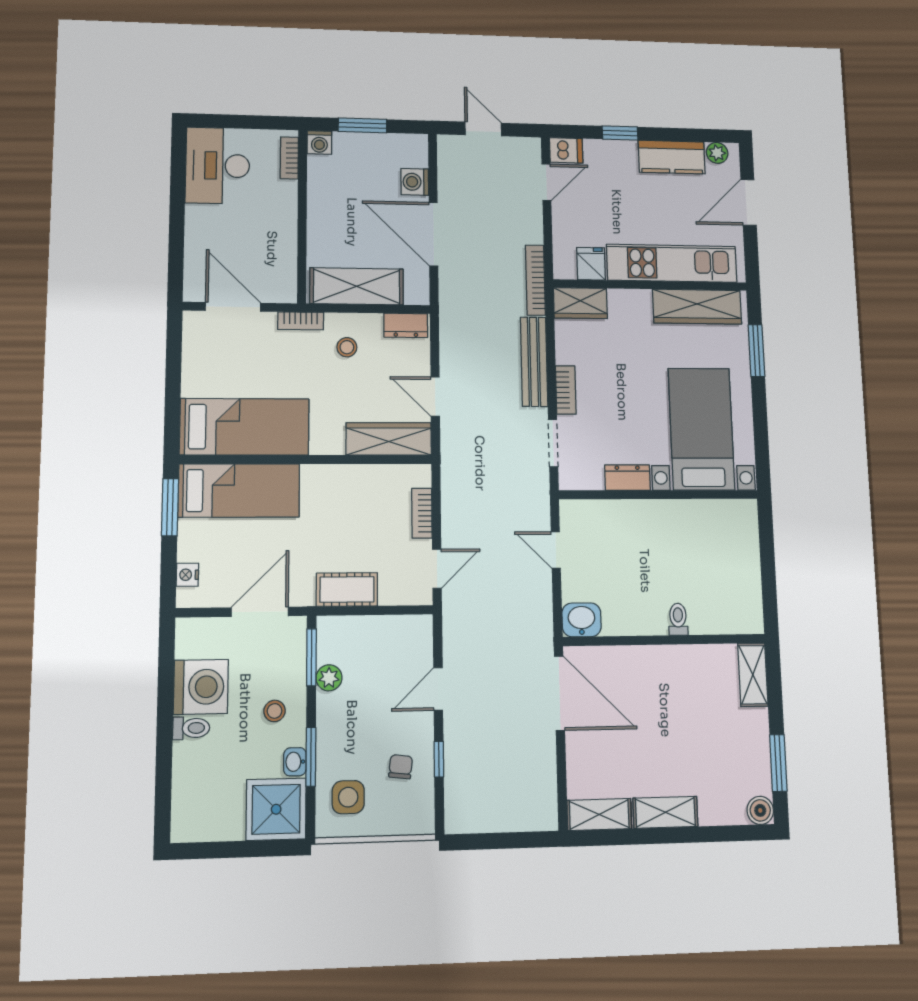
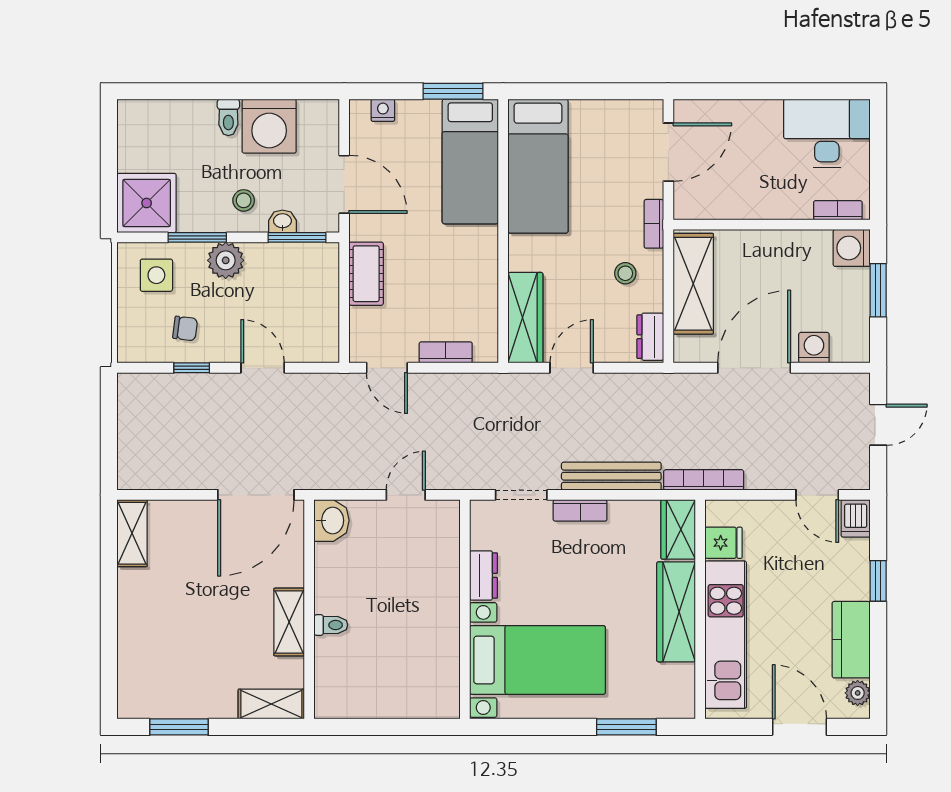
washing machine: (319, 142) -> (852, 248), width x1.38, depth x1.38
wardrobe: (697, 307) -> (676, 612), moved
plant: (329, 678) -> (226, 260), moved, width x1.38, depth x1.38
washbasin: (295, 762) -> (282, 221), moved
boiler: (760, 810) -> (131, 705), removed
shelving: (665, 812) -> (289, 622), moved

